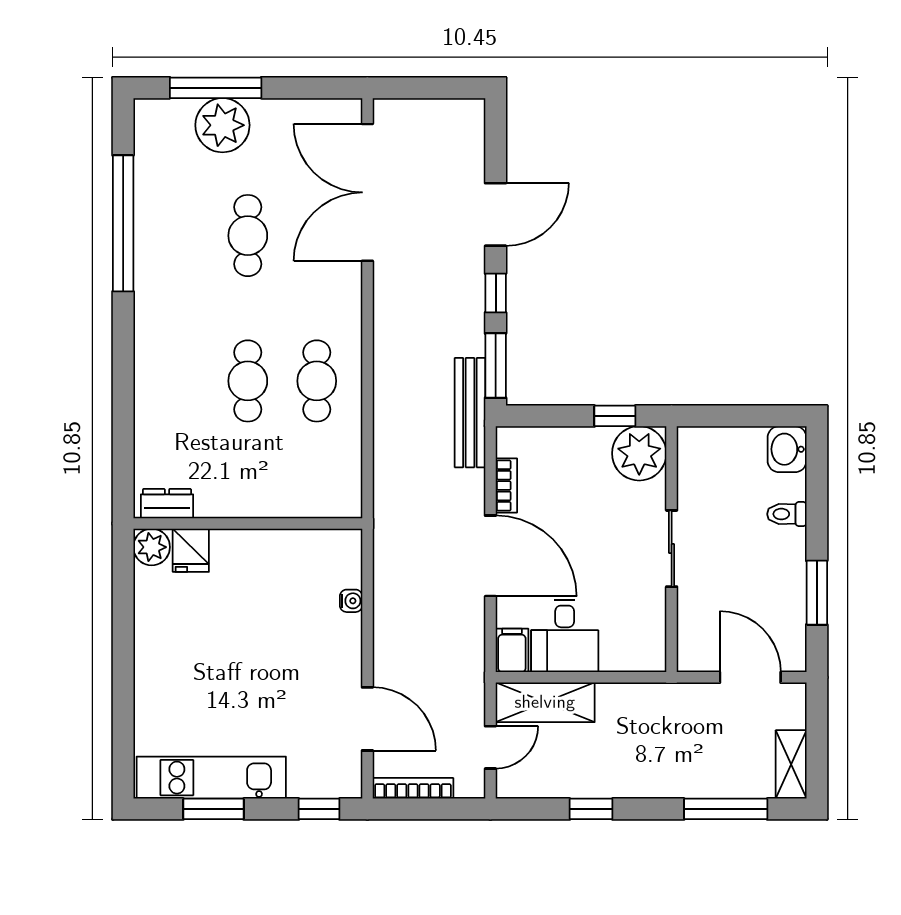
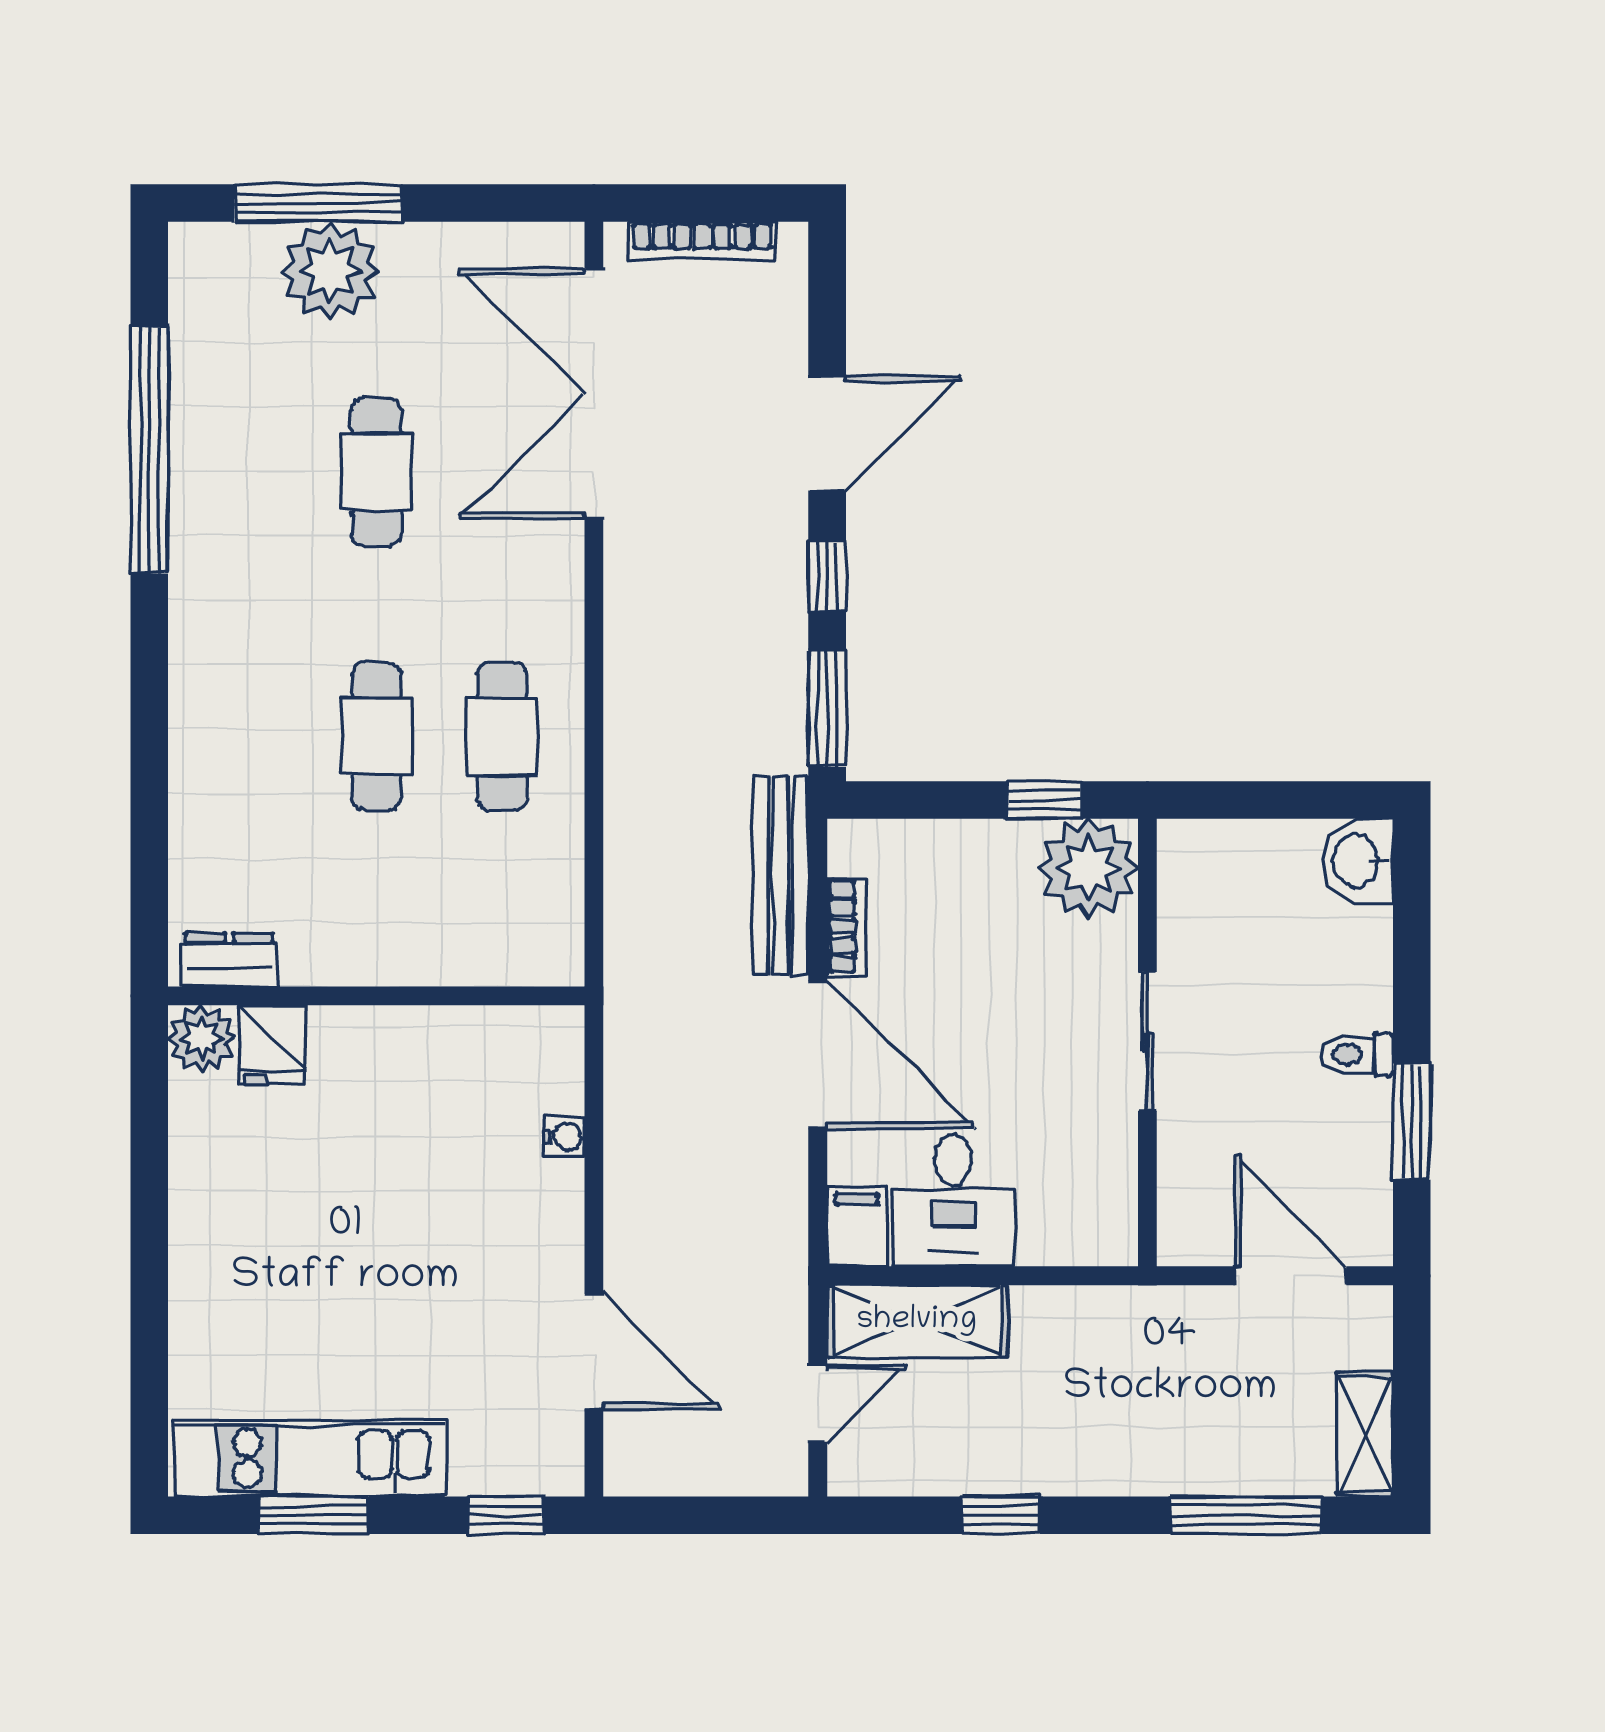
bench: (470, 413) -> (781, 875), moved
toilet: (787, 514) -> (1357, 1055), moved
bookcase: (413, 788) -> (702, 240), moved, turned 180

